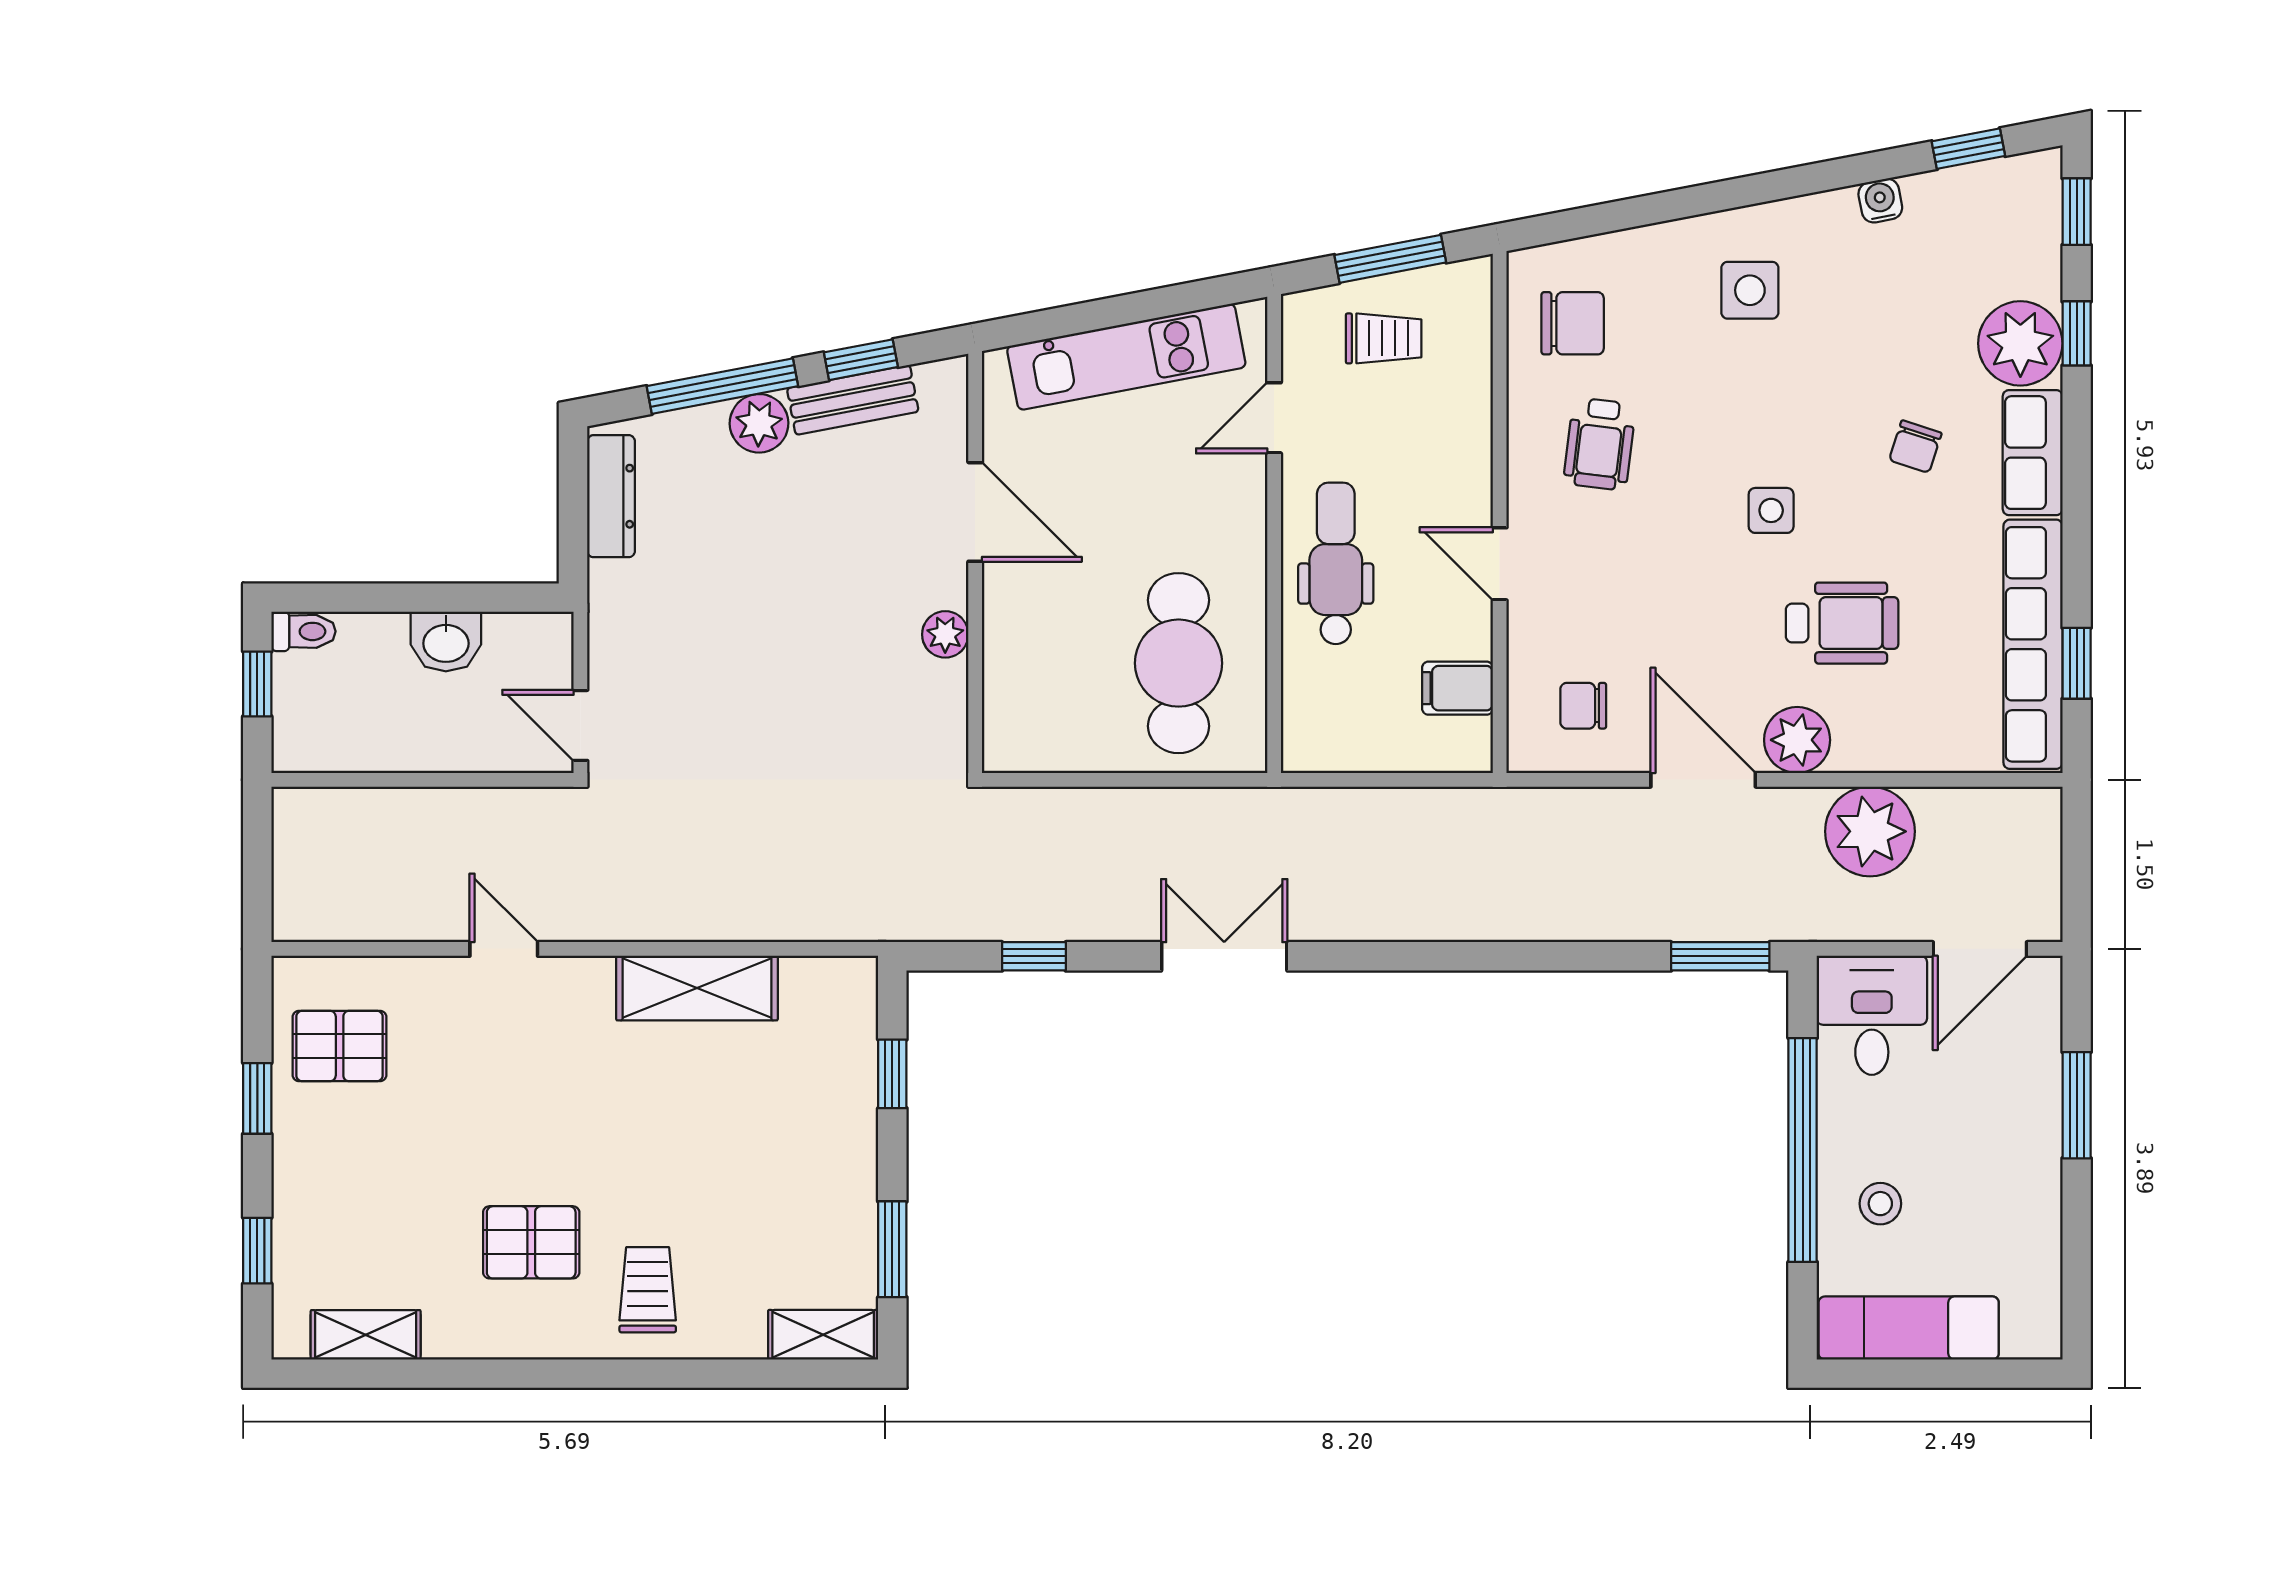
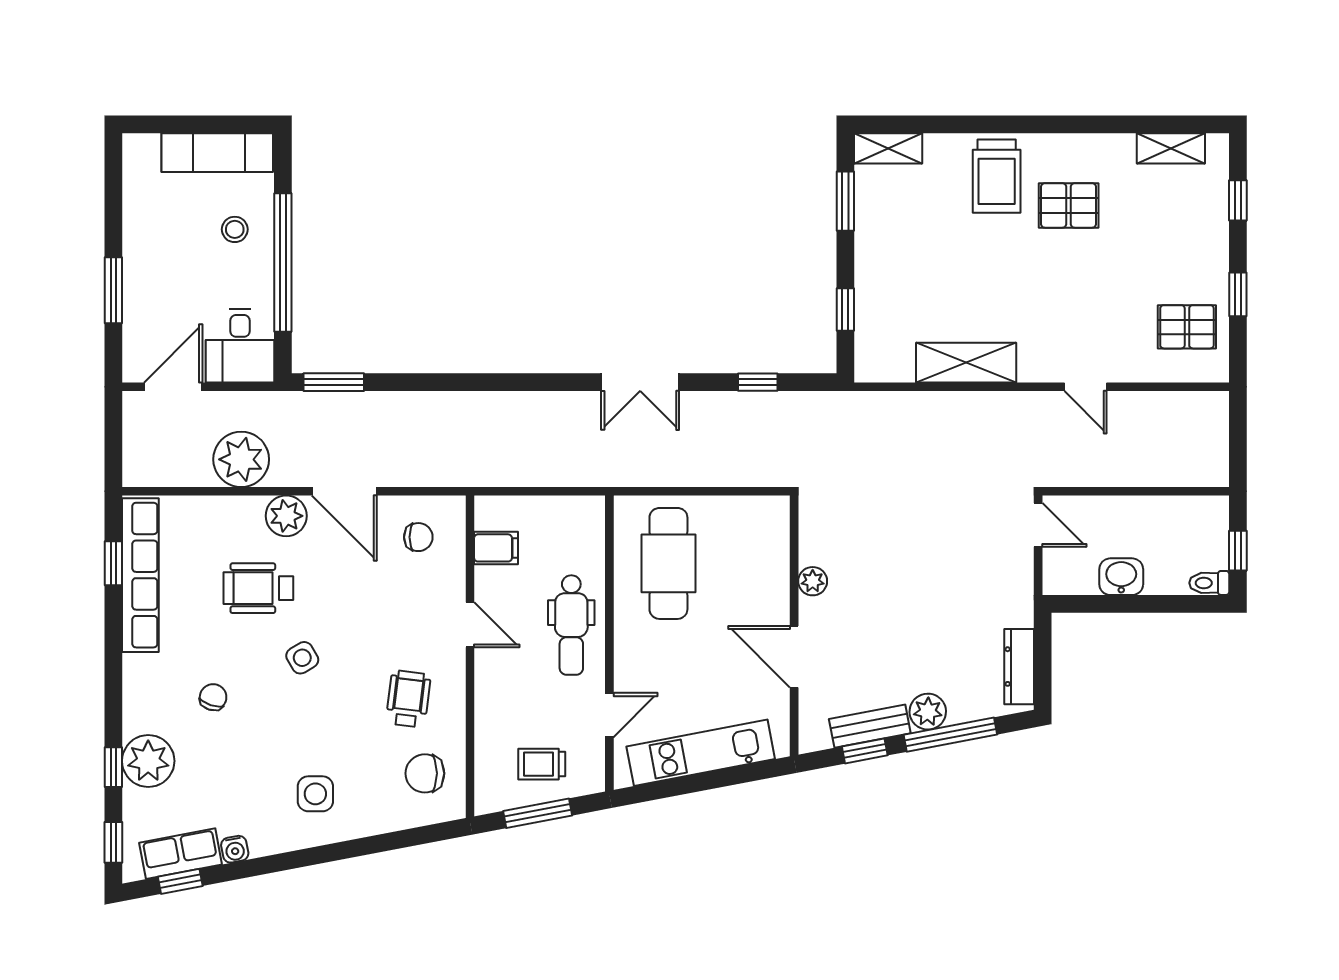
row of seats: (2033, 453) -> (181, 854), moved, turned -101
side table: (1771, 510) -> (302, 658), turned -31
trolley: (648, 1290) -> (997, 176), width x1.36, depth x1.39

